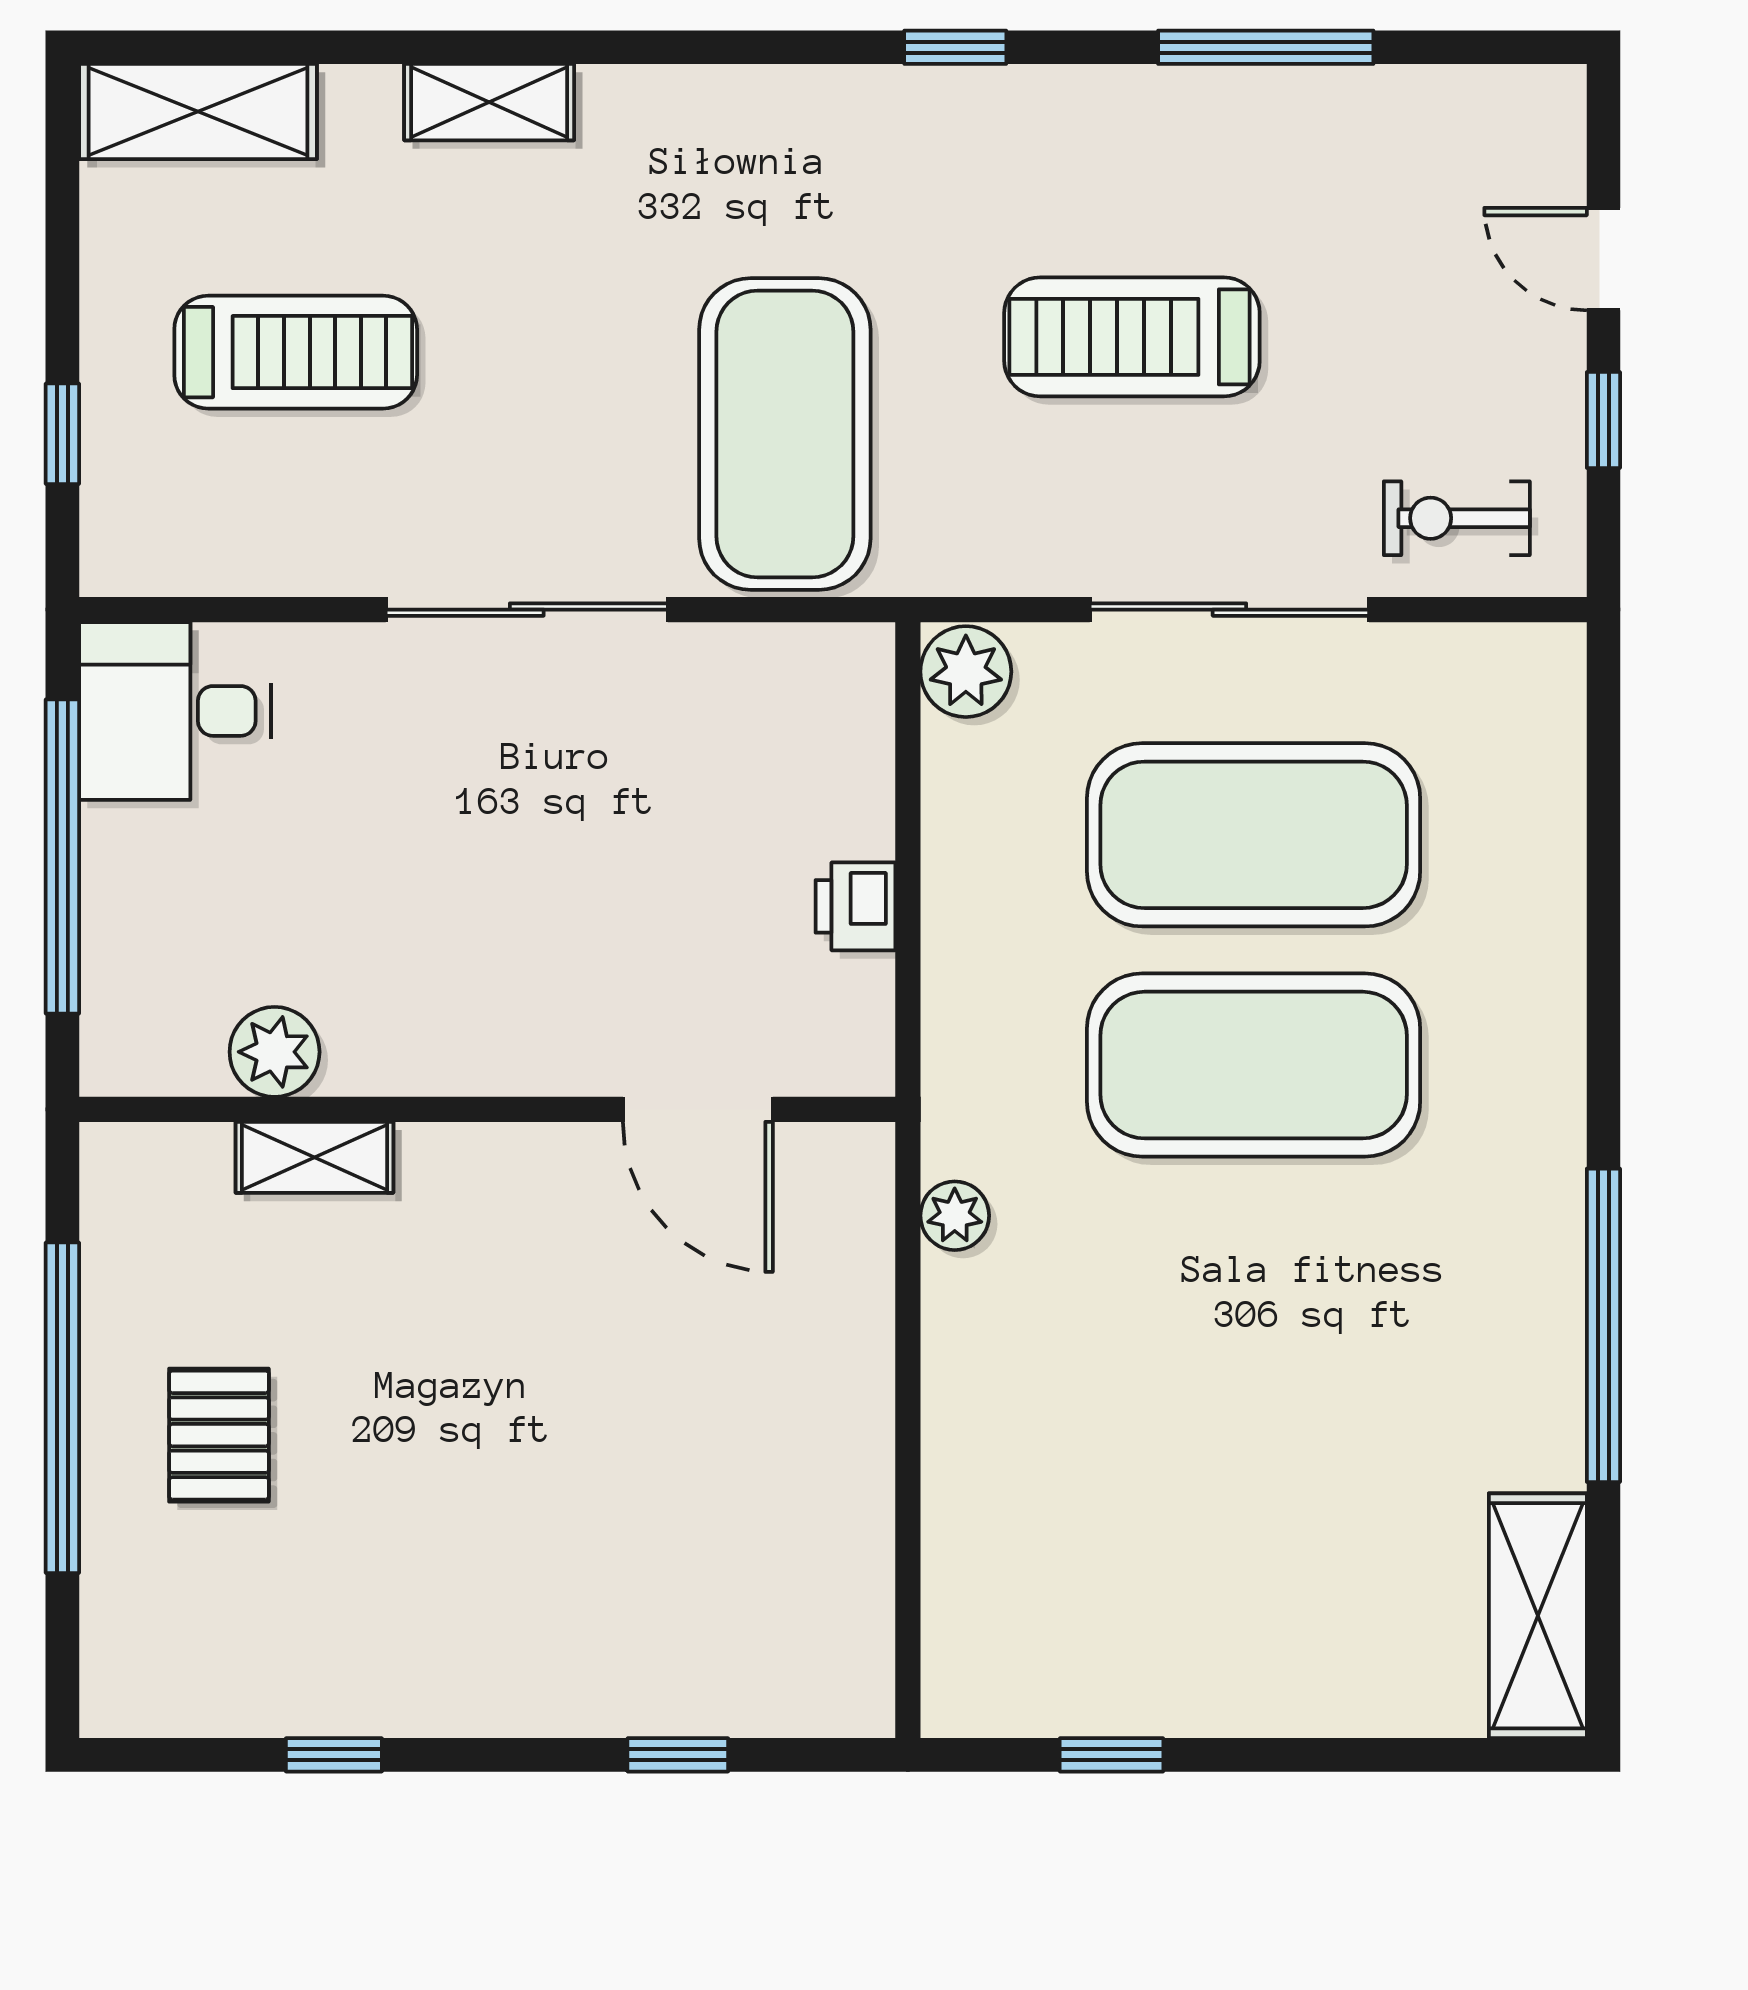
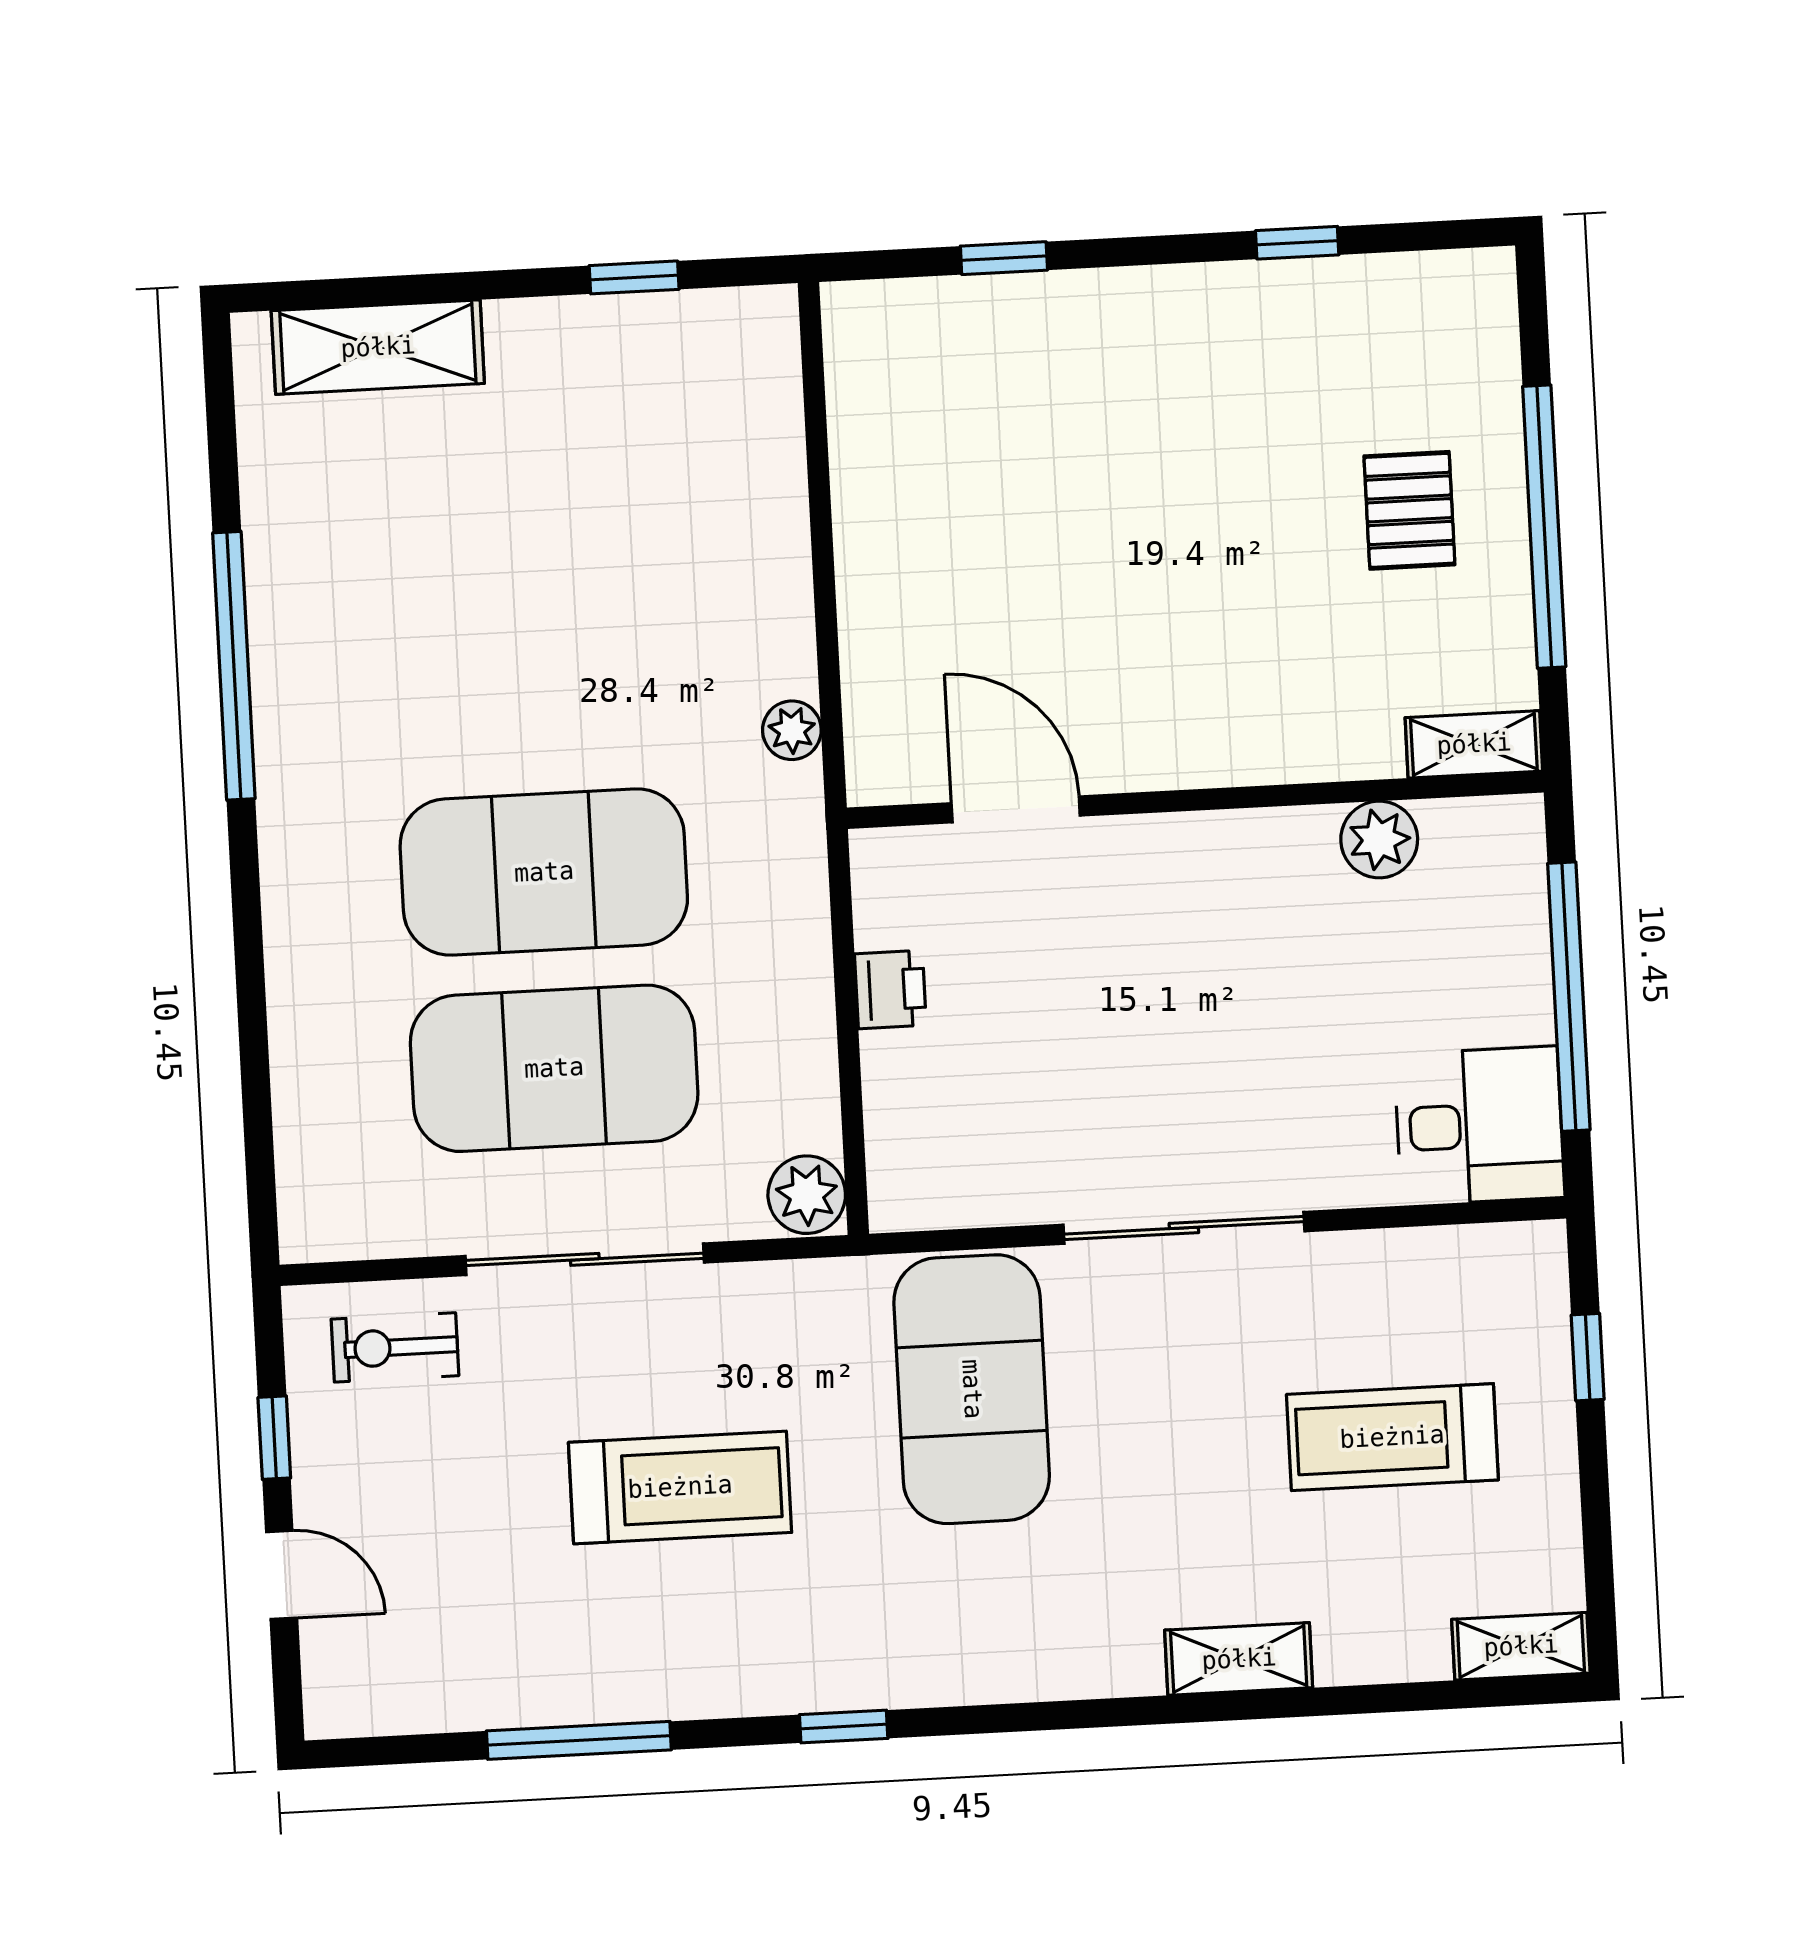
shelving: (198, 111) -> (1521, 1646), width x0.67, depth x0.75
exercise bike: (1457, 518) -> (395, 1347), turned 180
shelving: (314, 1157) -> (1474, 744), moved
shelving: (1538, 1616) -> (378, 347), moved, turned 90

